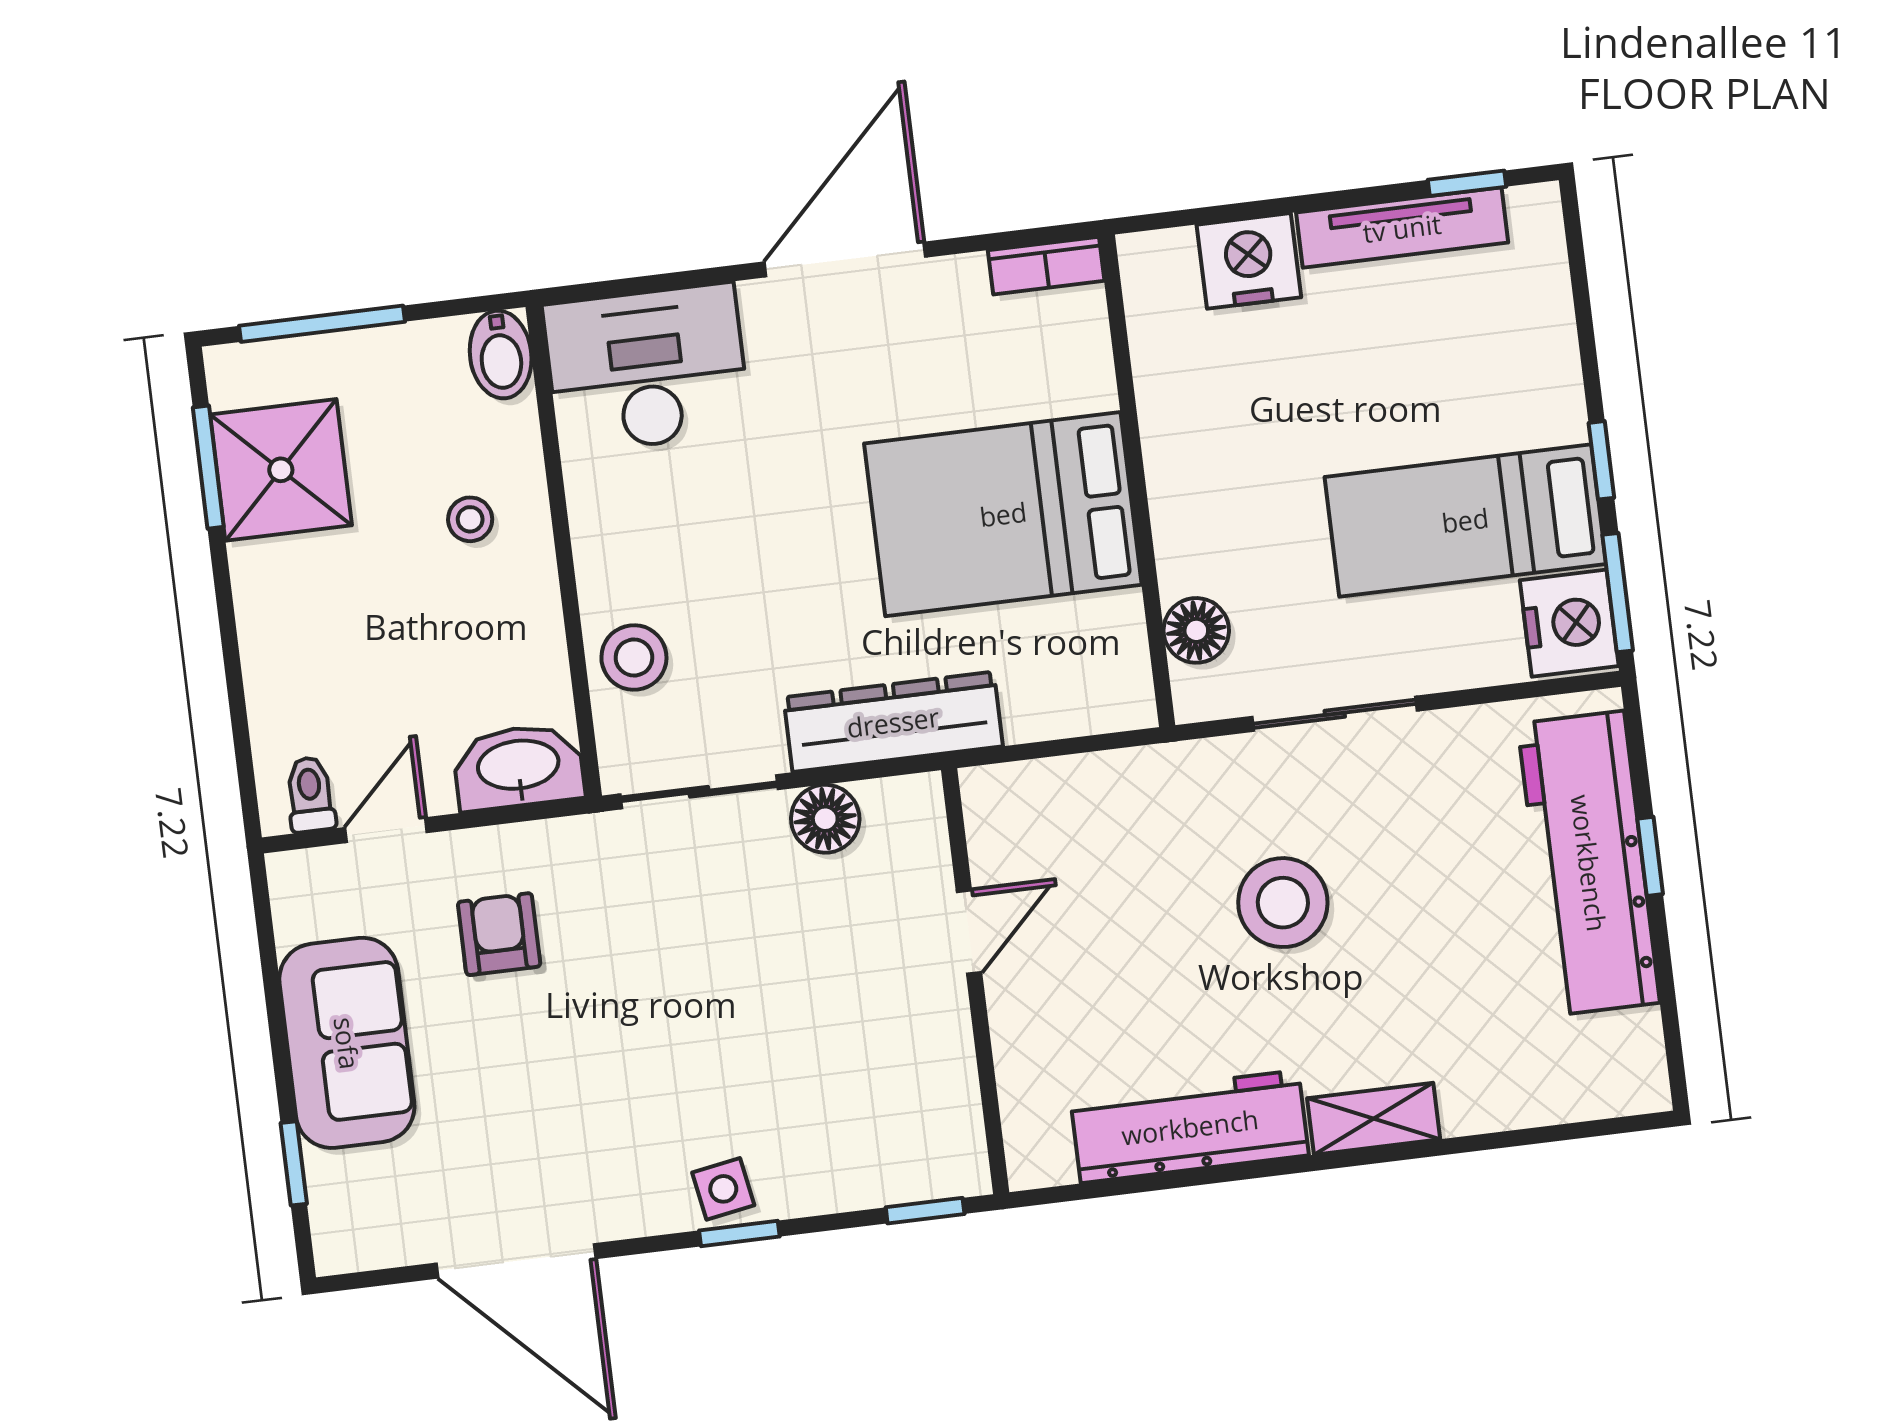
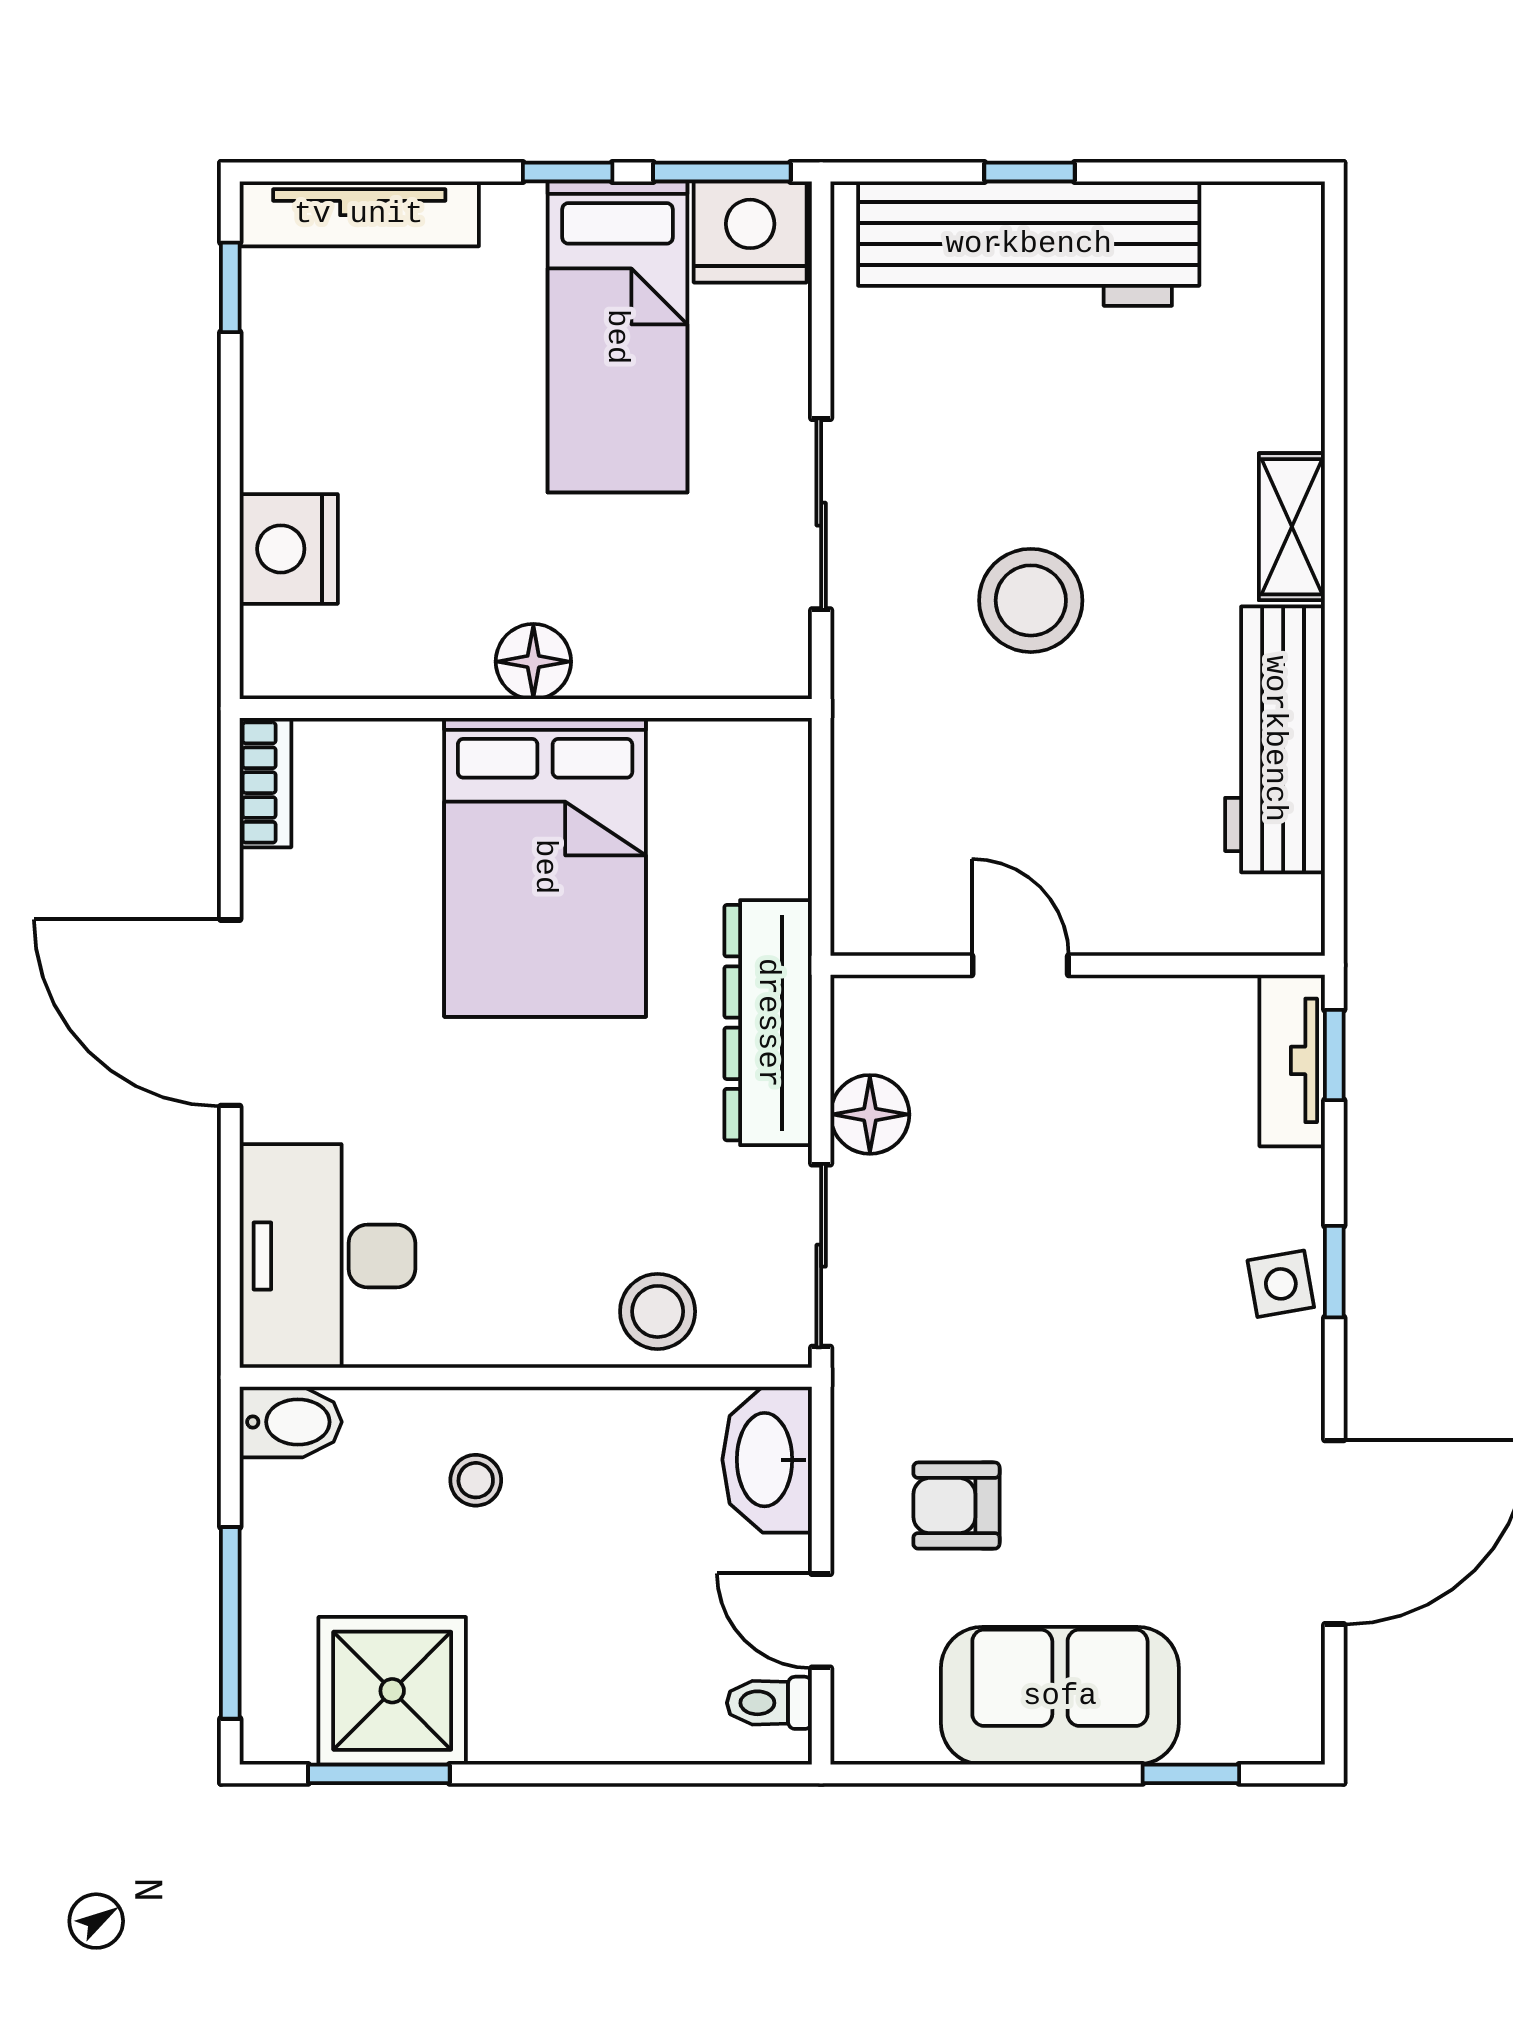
tv unit: (1402, 228) -> (359, 214), moved, turned 90
floor lamp: (1196, 630) -> (533, 662), moved
tv unit: (916, 1175) -> (1292, 1060), added

